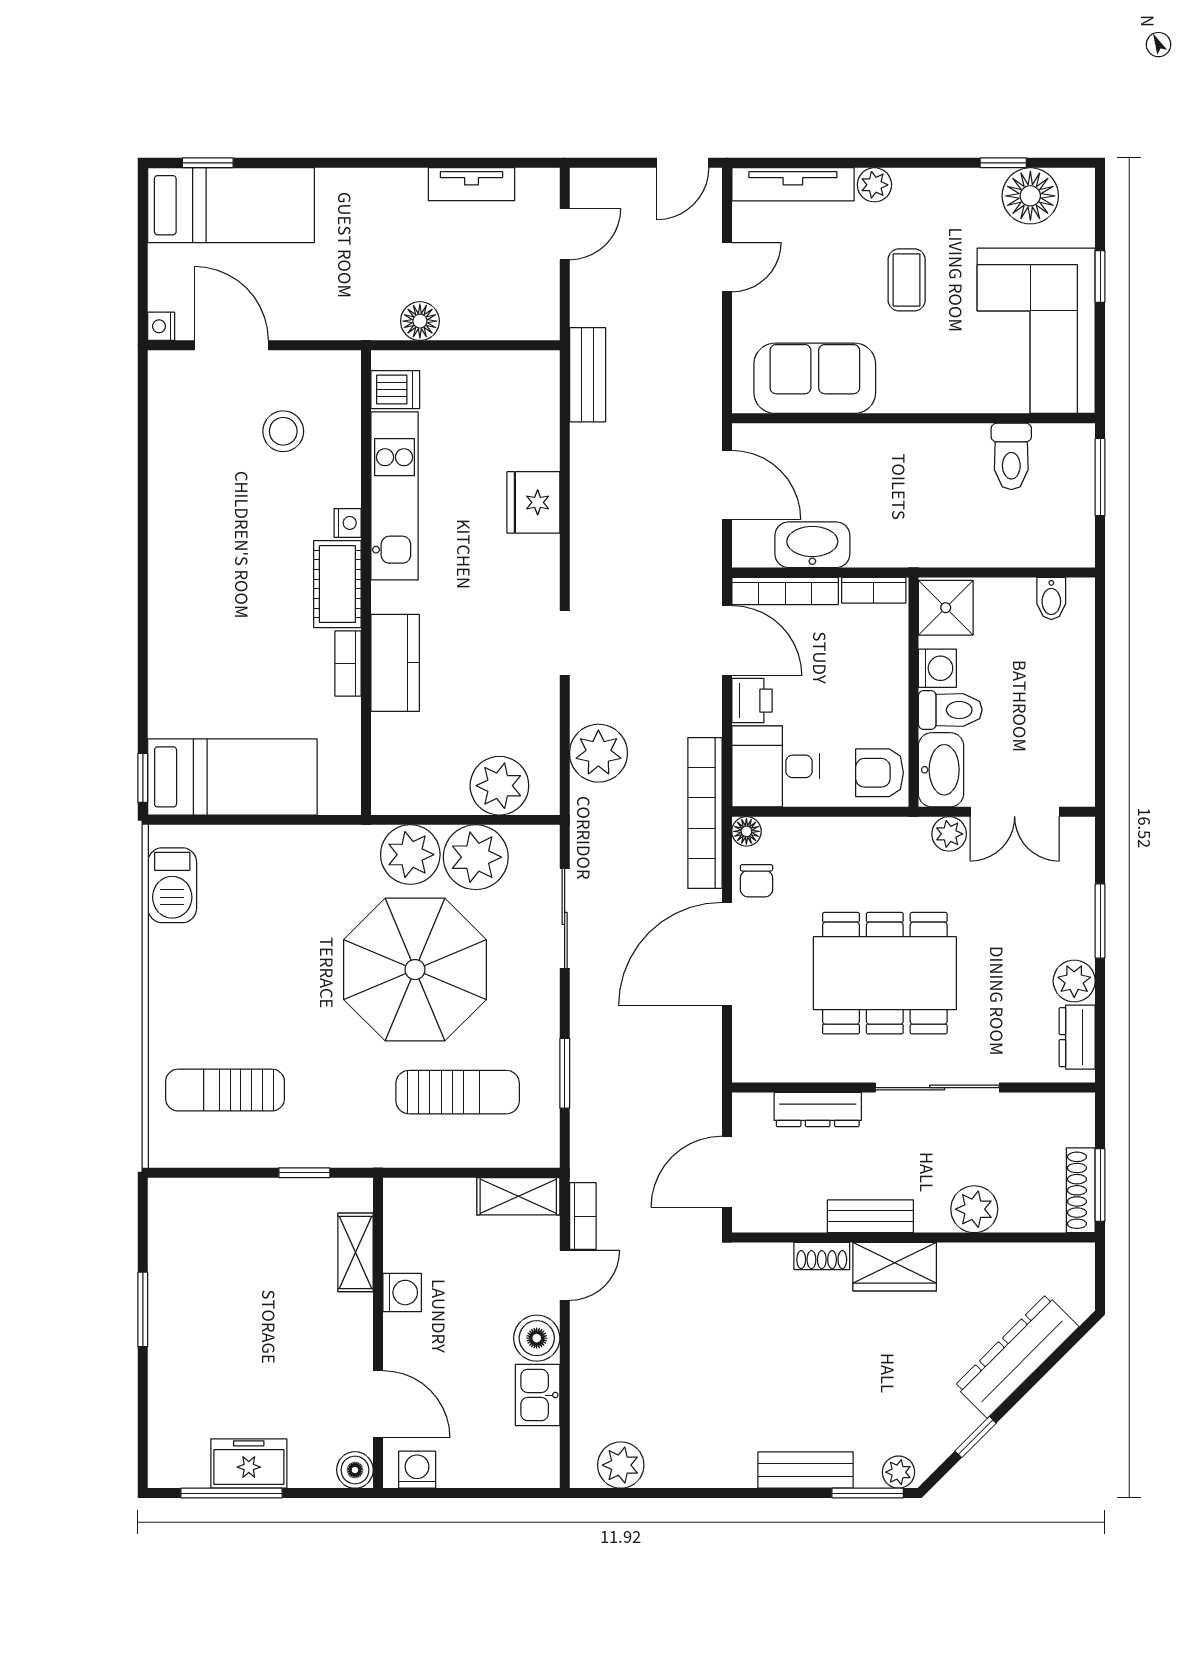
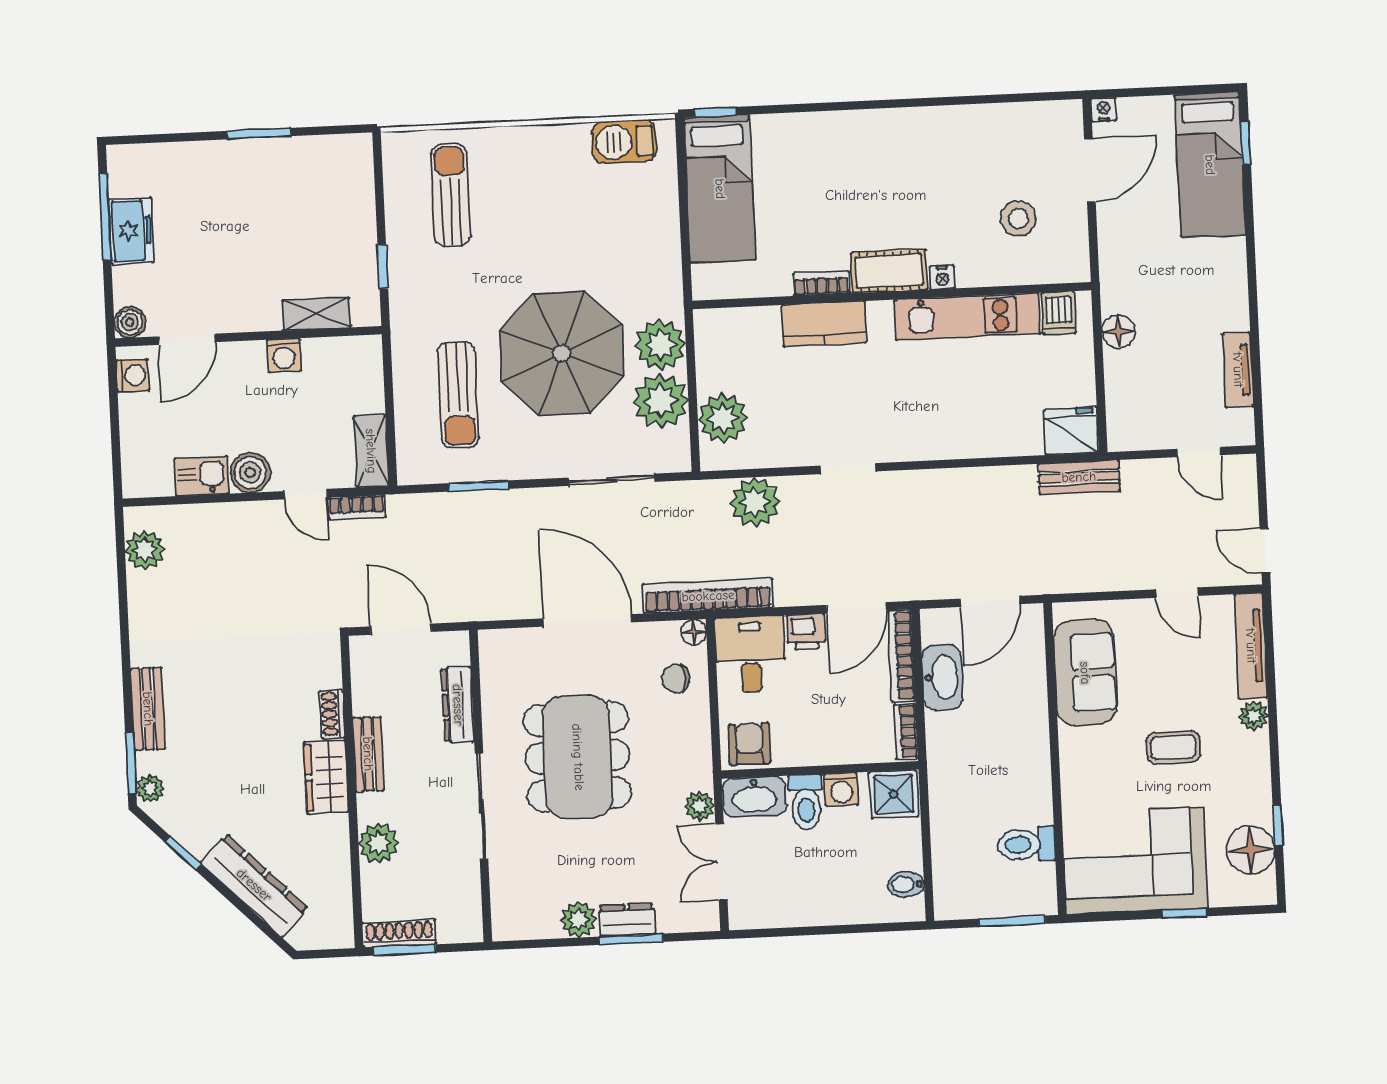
fridge: (533, 502) -> (1072, 431), moved
chair: (757, 881) -> (676, 679), moved
dresser: (1077, 1037) -> (627, 920), moved

